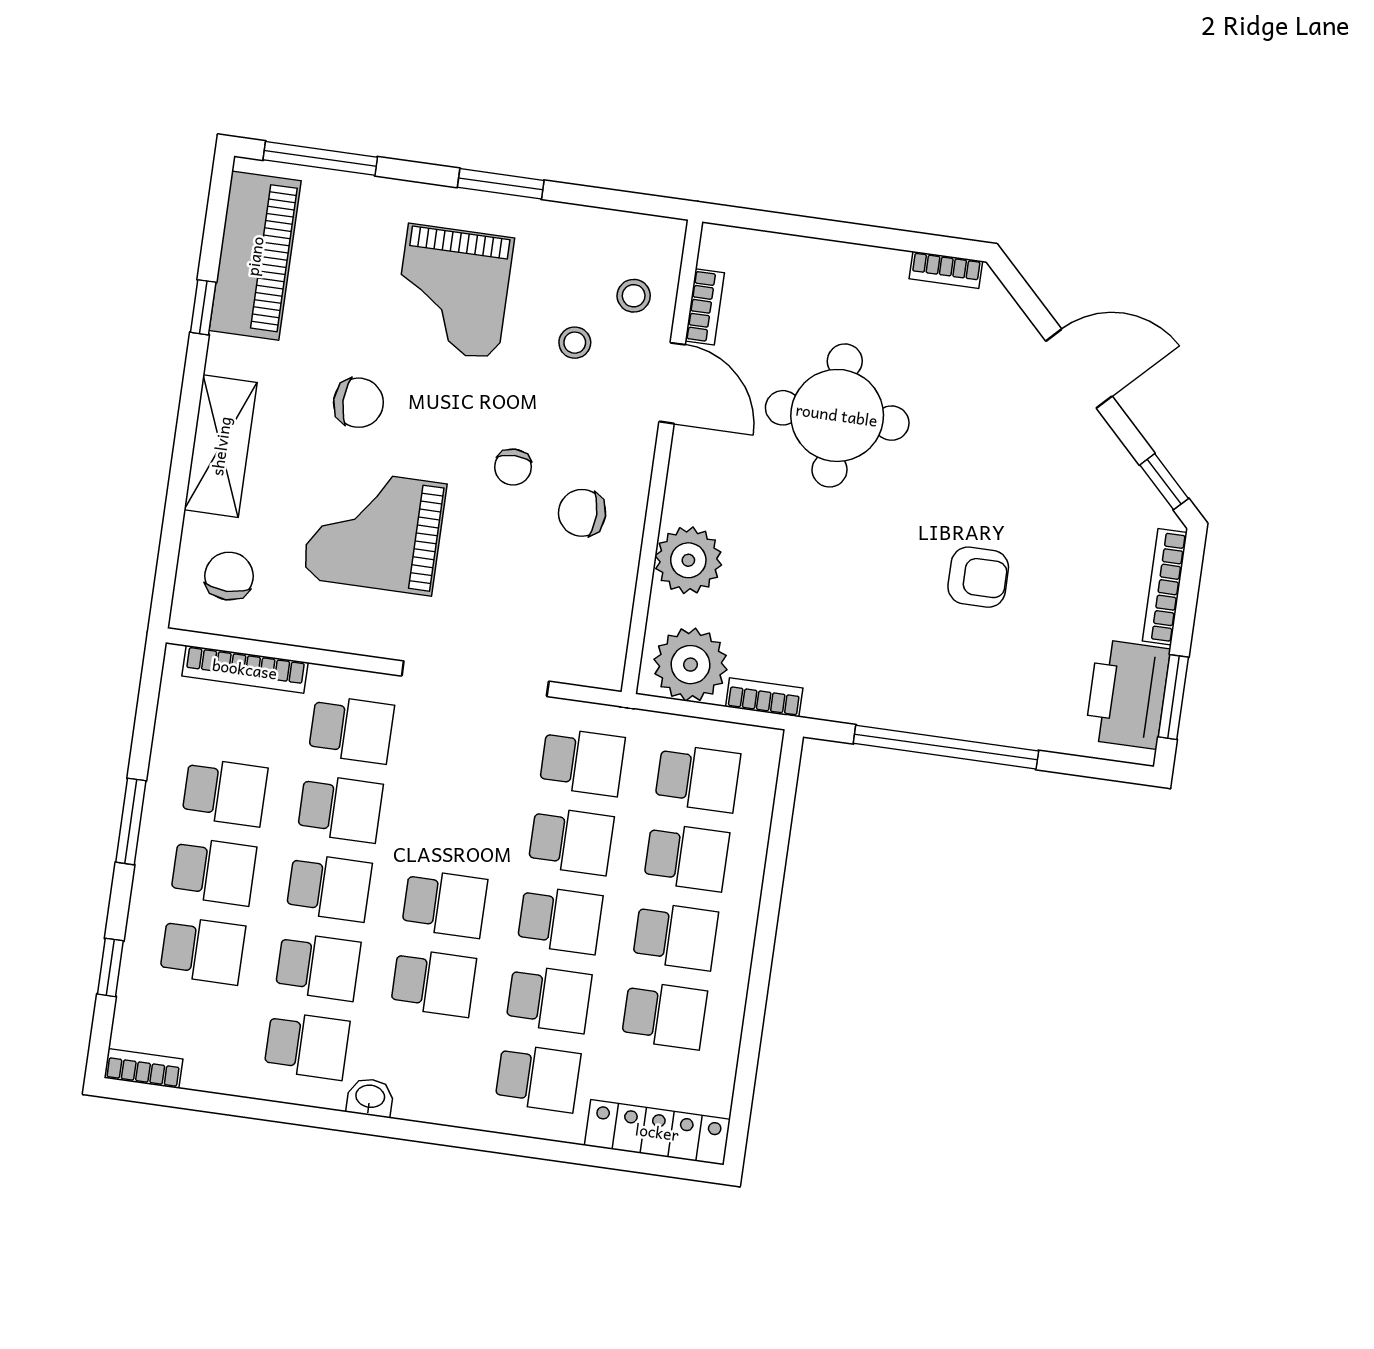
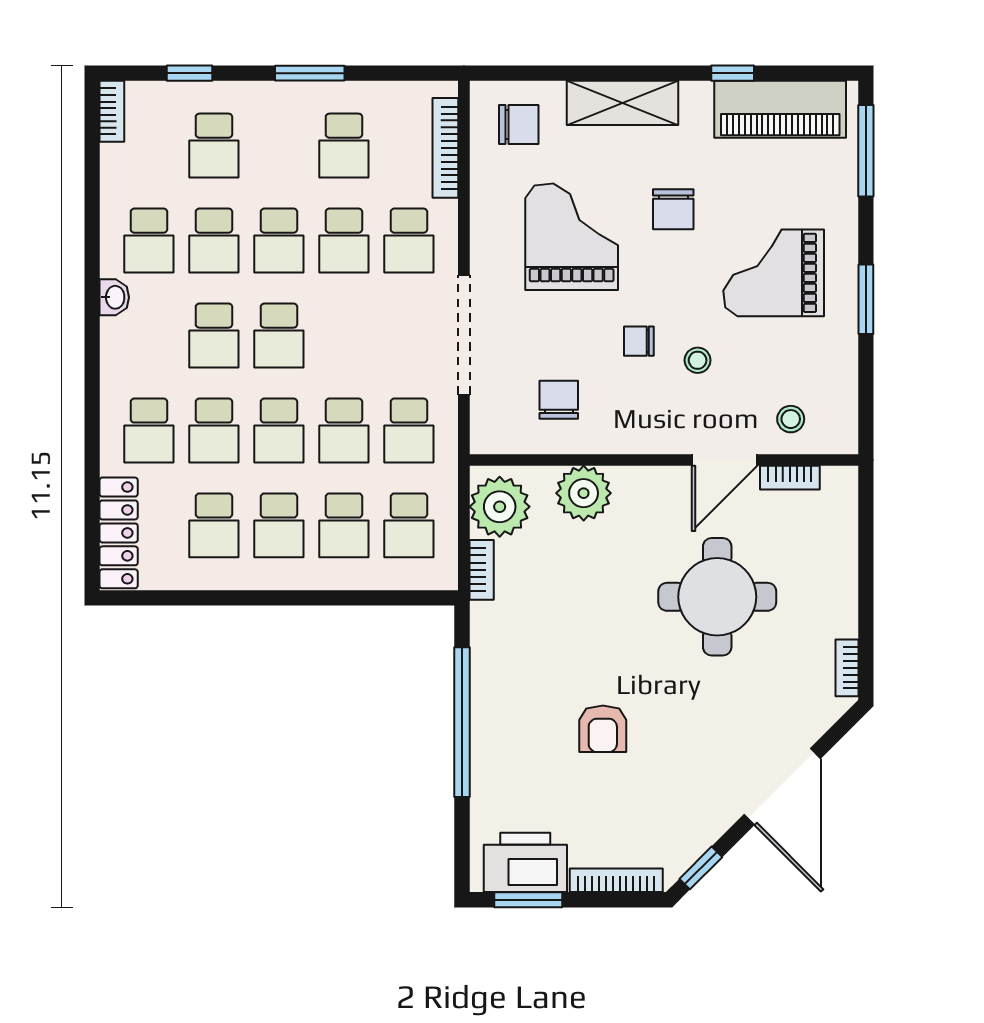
stool: (575, 343) -> (698, 360), moved
door: (1079, 369) -> (782, 786), width x1.36
chair: (582, 513) -> (559, 400), moved
school desk: (214, 871) -> (279, 146), removed

